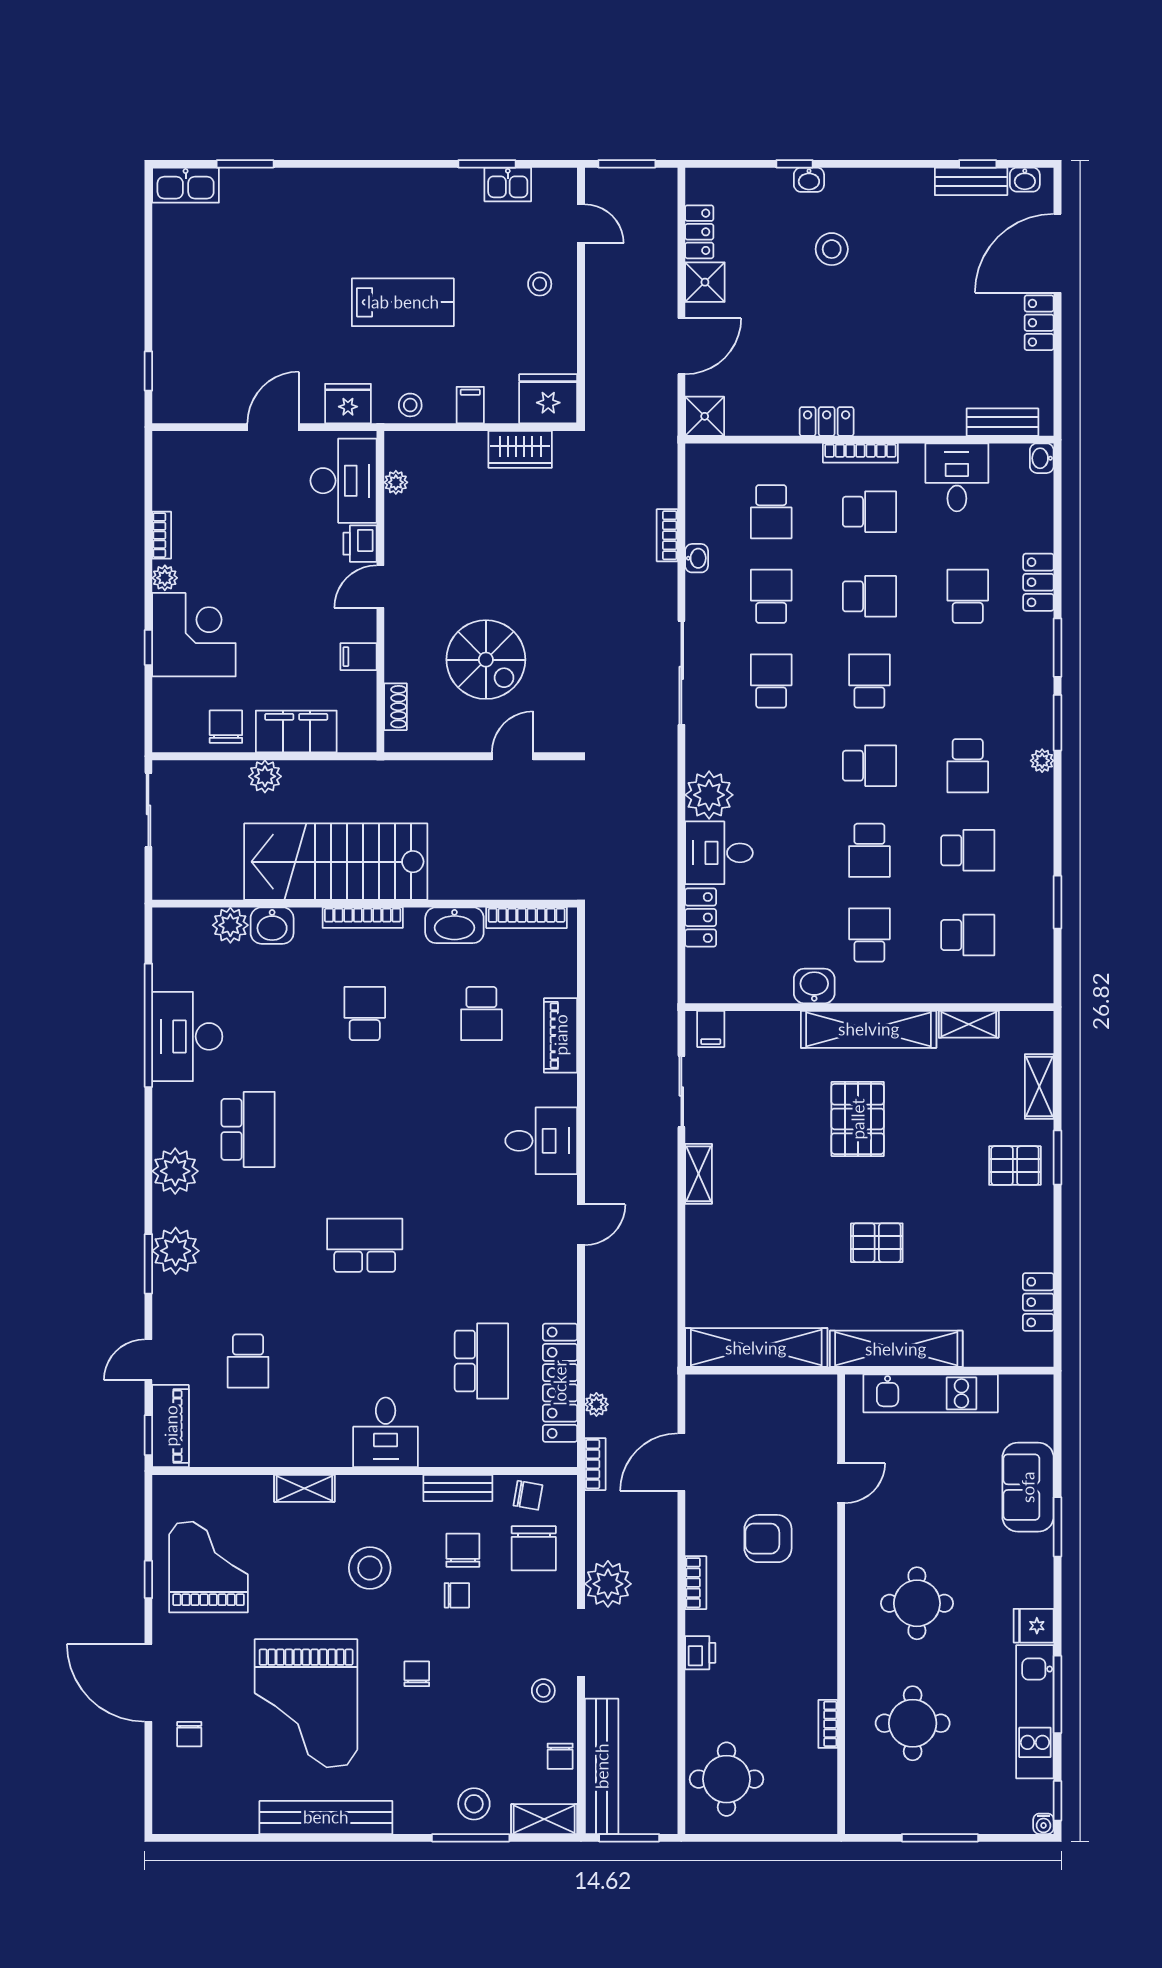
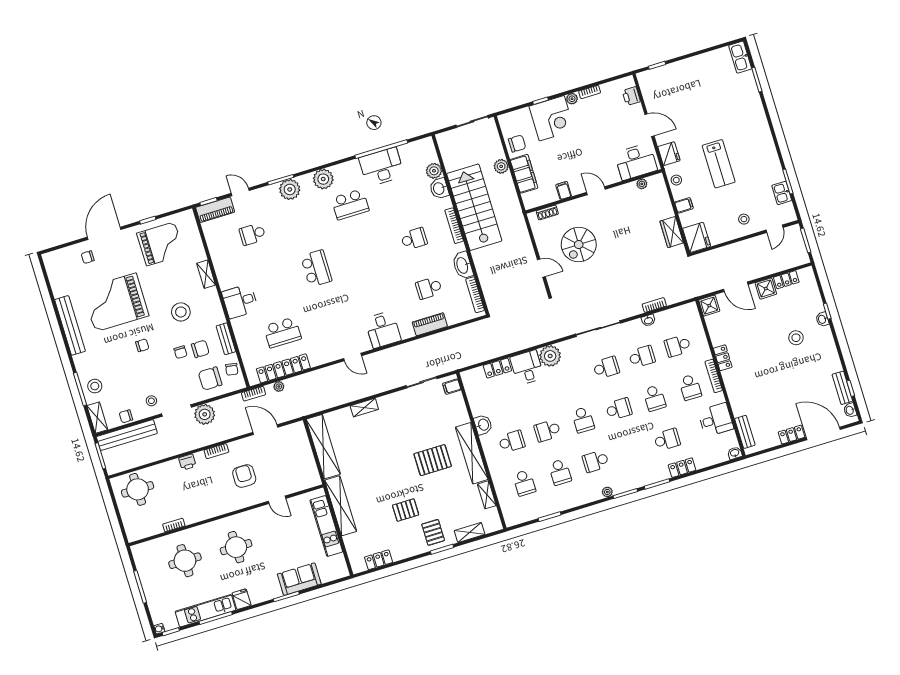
printer: (360, 544) -> (631, 96), moved, turned -90
shelving: (698, 1174) -> (364, 408), moved
pallet: (877, 1243) -> (406, 510), moved, turned 90

